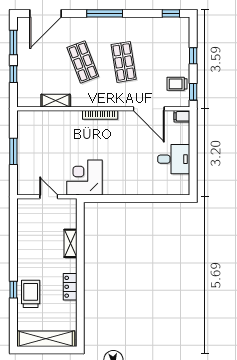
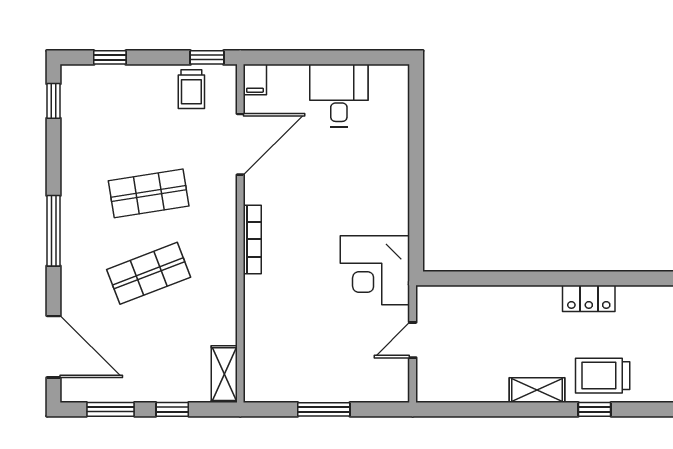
window: (193, 56) -> (110, 57), moved
shelving: (56, 101) -> (224, 374), moved
shelving: (70, 243) -> (537, 390), moved

